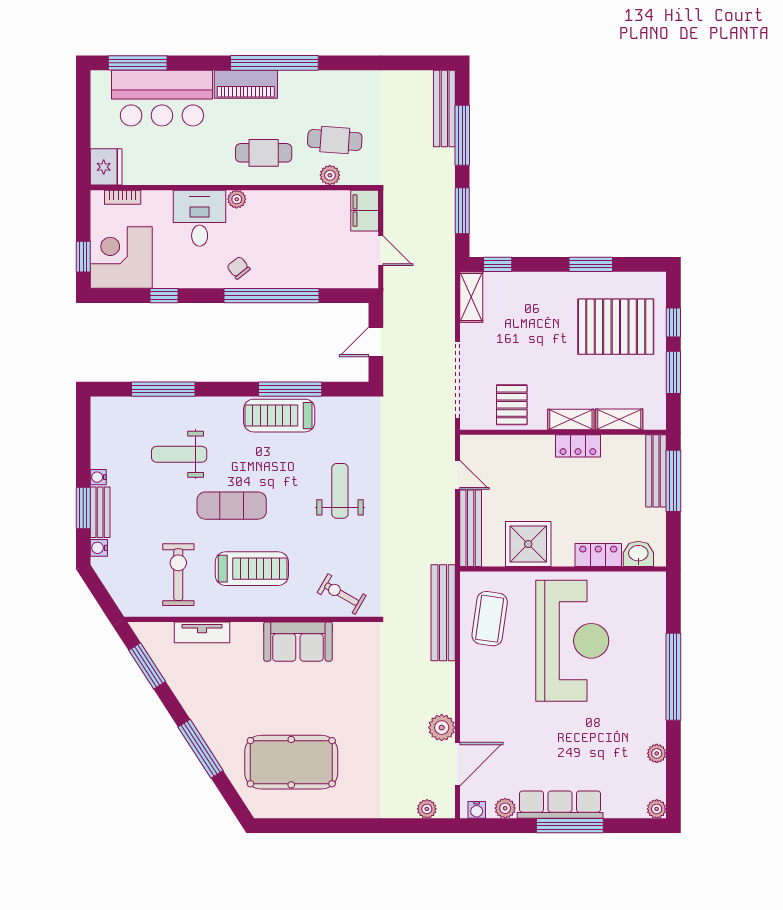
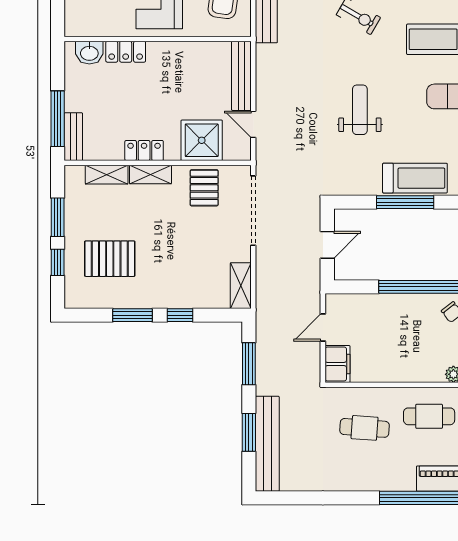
bench: (444, 108) -> (267, 444), width x1.37, depth x1.21
window: (462, 135) -> (249, 432), width x0.69
plant: (330, 175) -> (369, 396), removed
door: (381, 251) -> (323, 328), hinge flipped
window: (498, 264) -> (180, 315), moved
pallet: (616, 327) -> (110, 259), width x0.73, depth x0.71
bench: (656, 471) -> (73, 137), width x0.73
weight bench: (340, 491) -> (360, 110), turned 180
shower: (528, 544) -> (202, 140), moved

